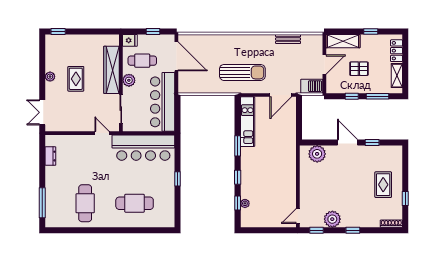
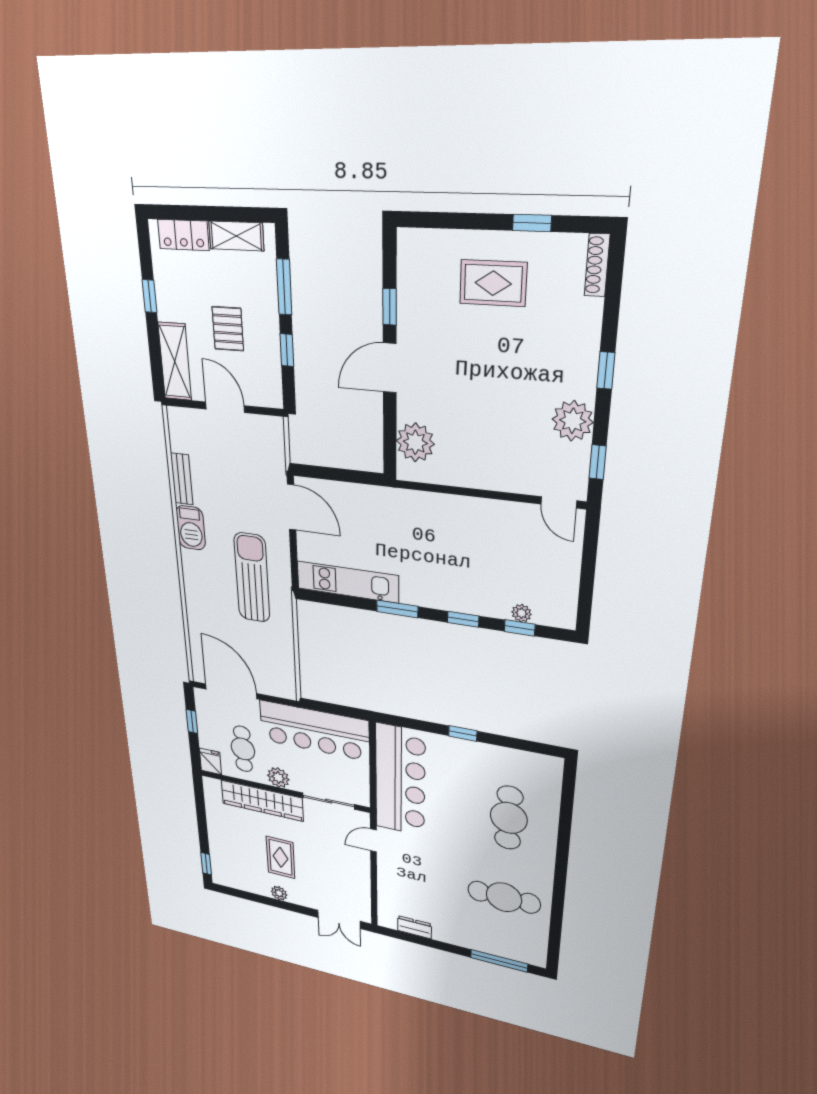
door: (176, 56) -> (231, 691), hinge flipped
rug: (76, 79) -> (281, 857), turned 90
barbecue: (312, 86) -> (191, 528), moved, turned 180

